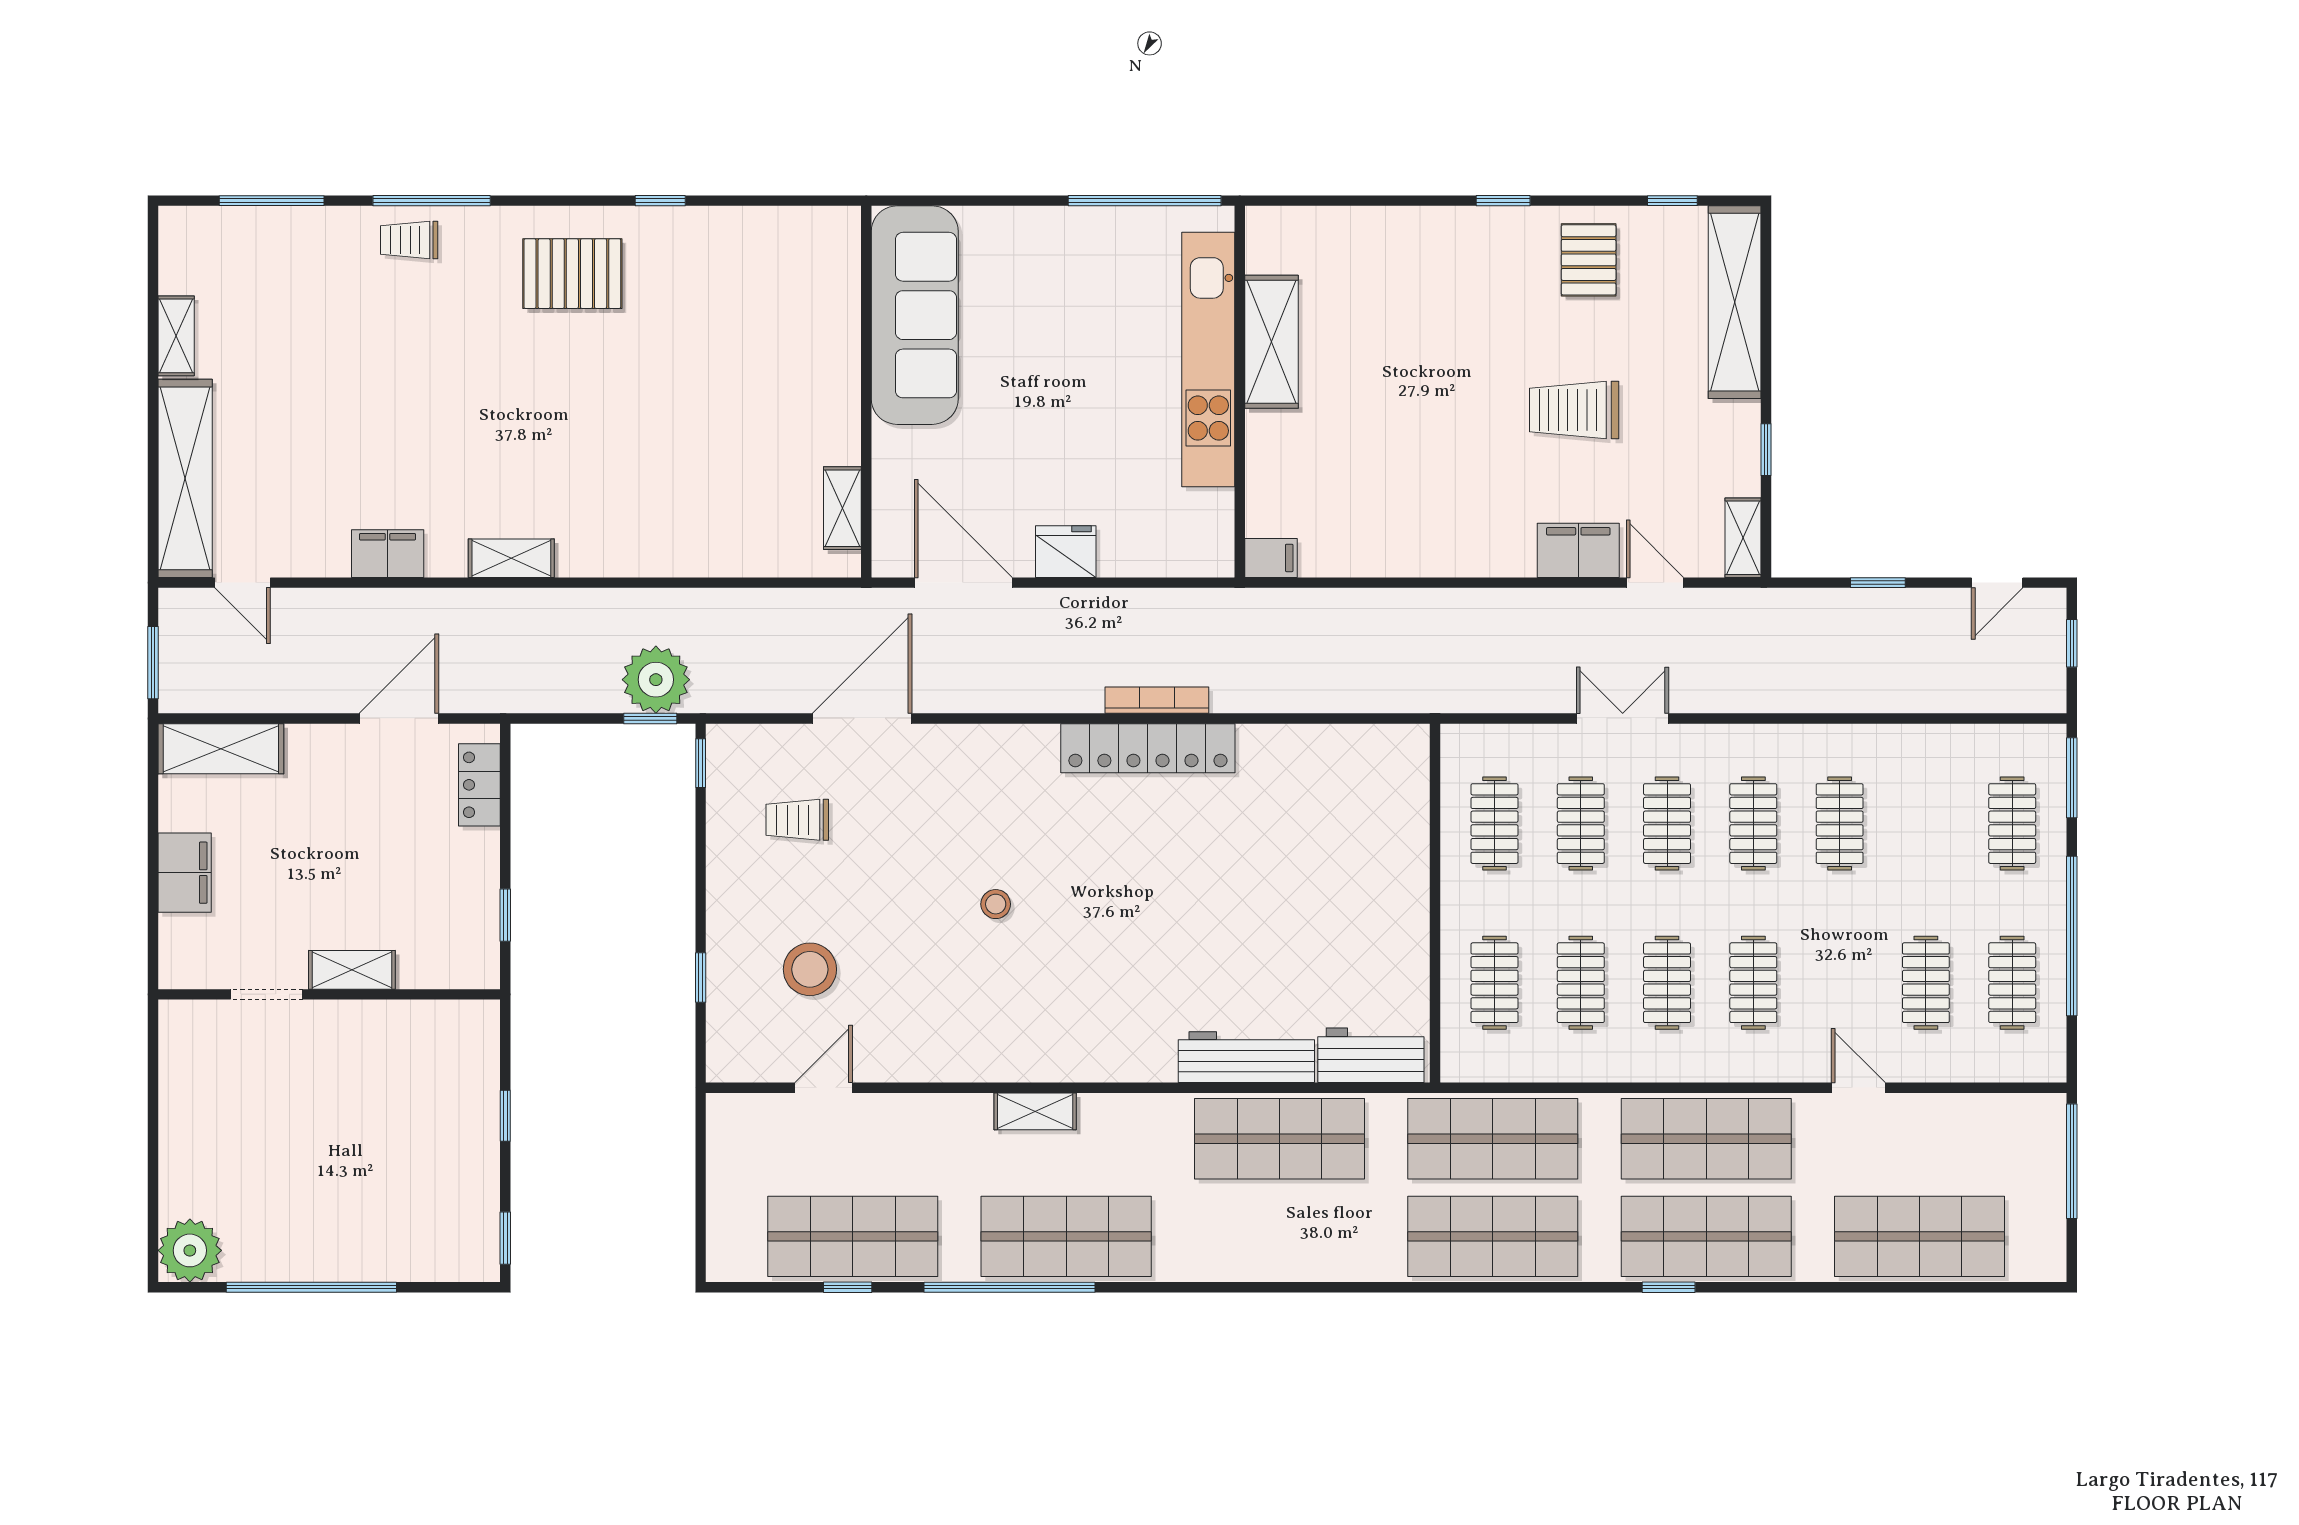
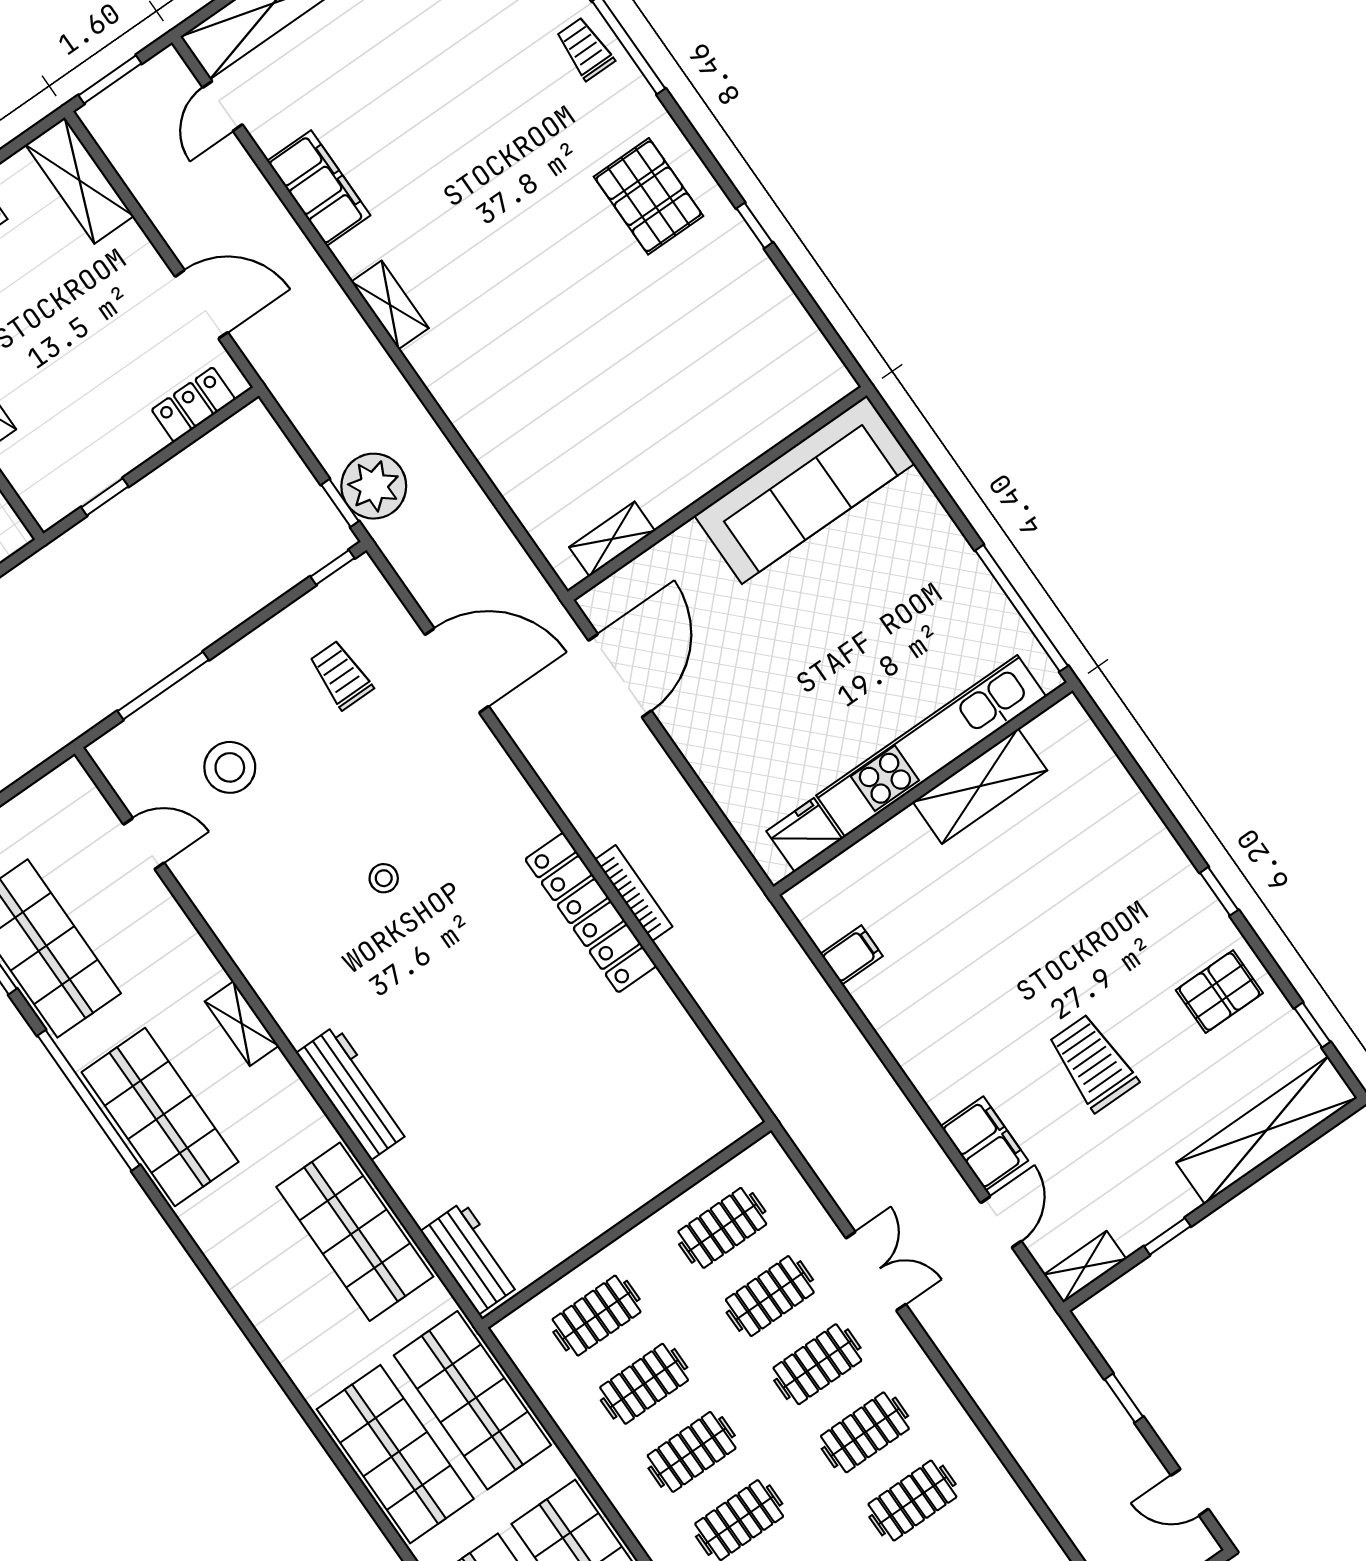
fridge: (1066, 552) -> (804, 835), moved, turned -90
filing cabinet: (388, 554) -> (319, 188), width x1.50, depth x1.17
filing cabinet: (1271, 558) -> (851, 955), moved, turned -90
window: (701, 977) -> (163, 686), width x2.17
workbench: (1246, 1057) -> (353, 1093), moved

